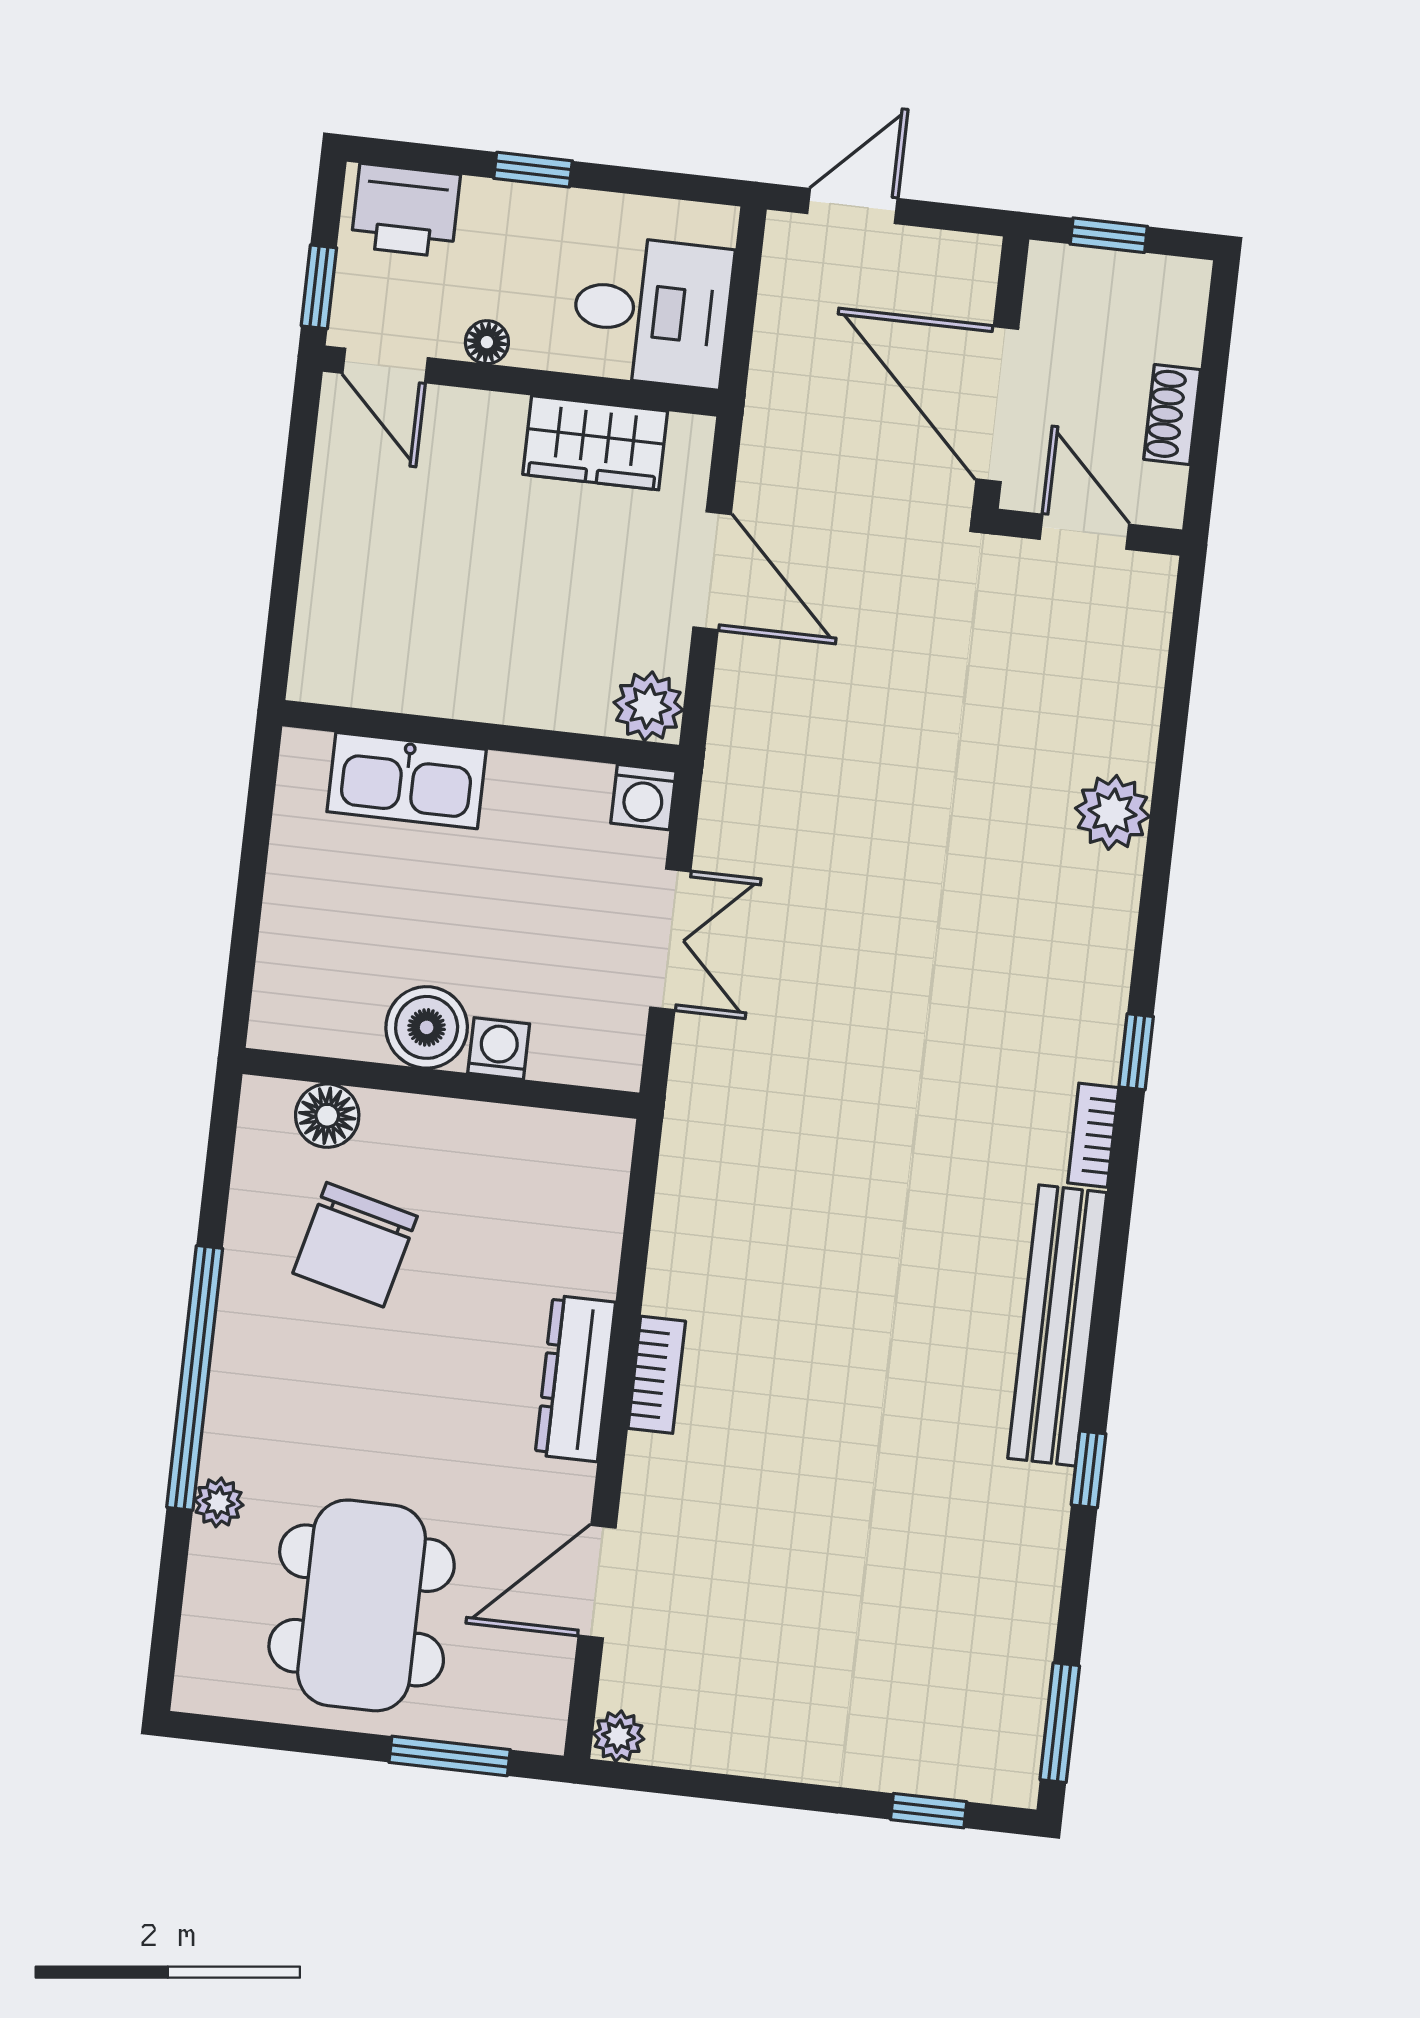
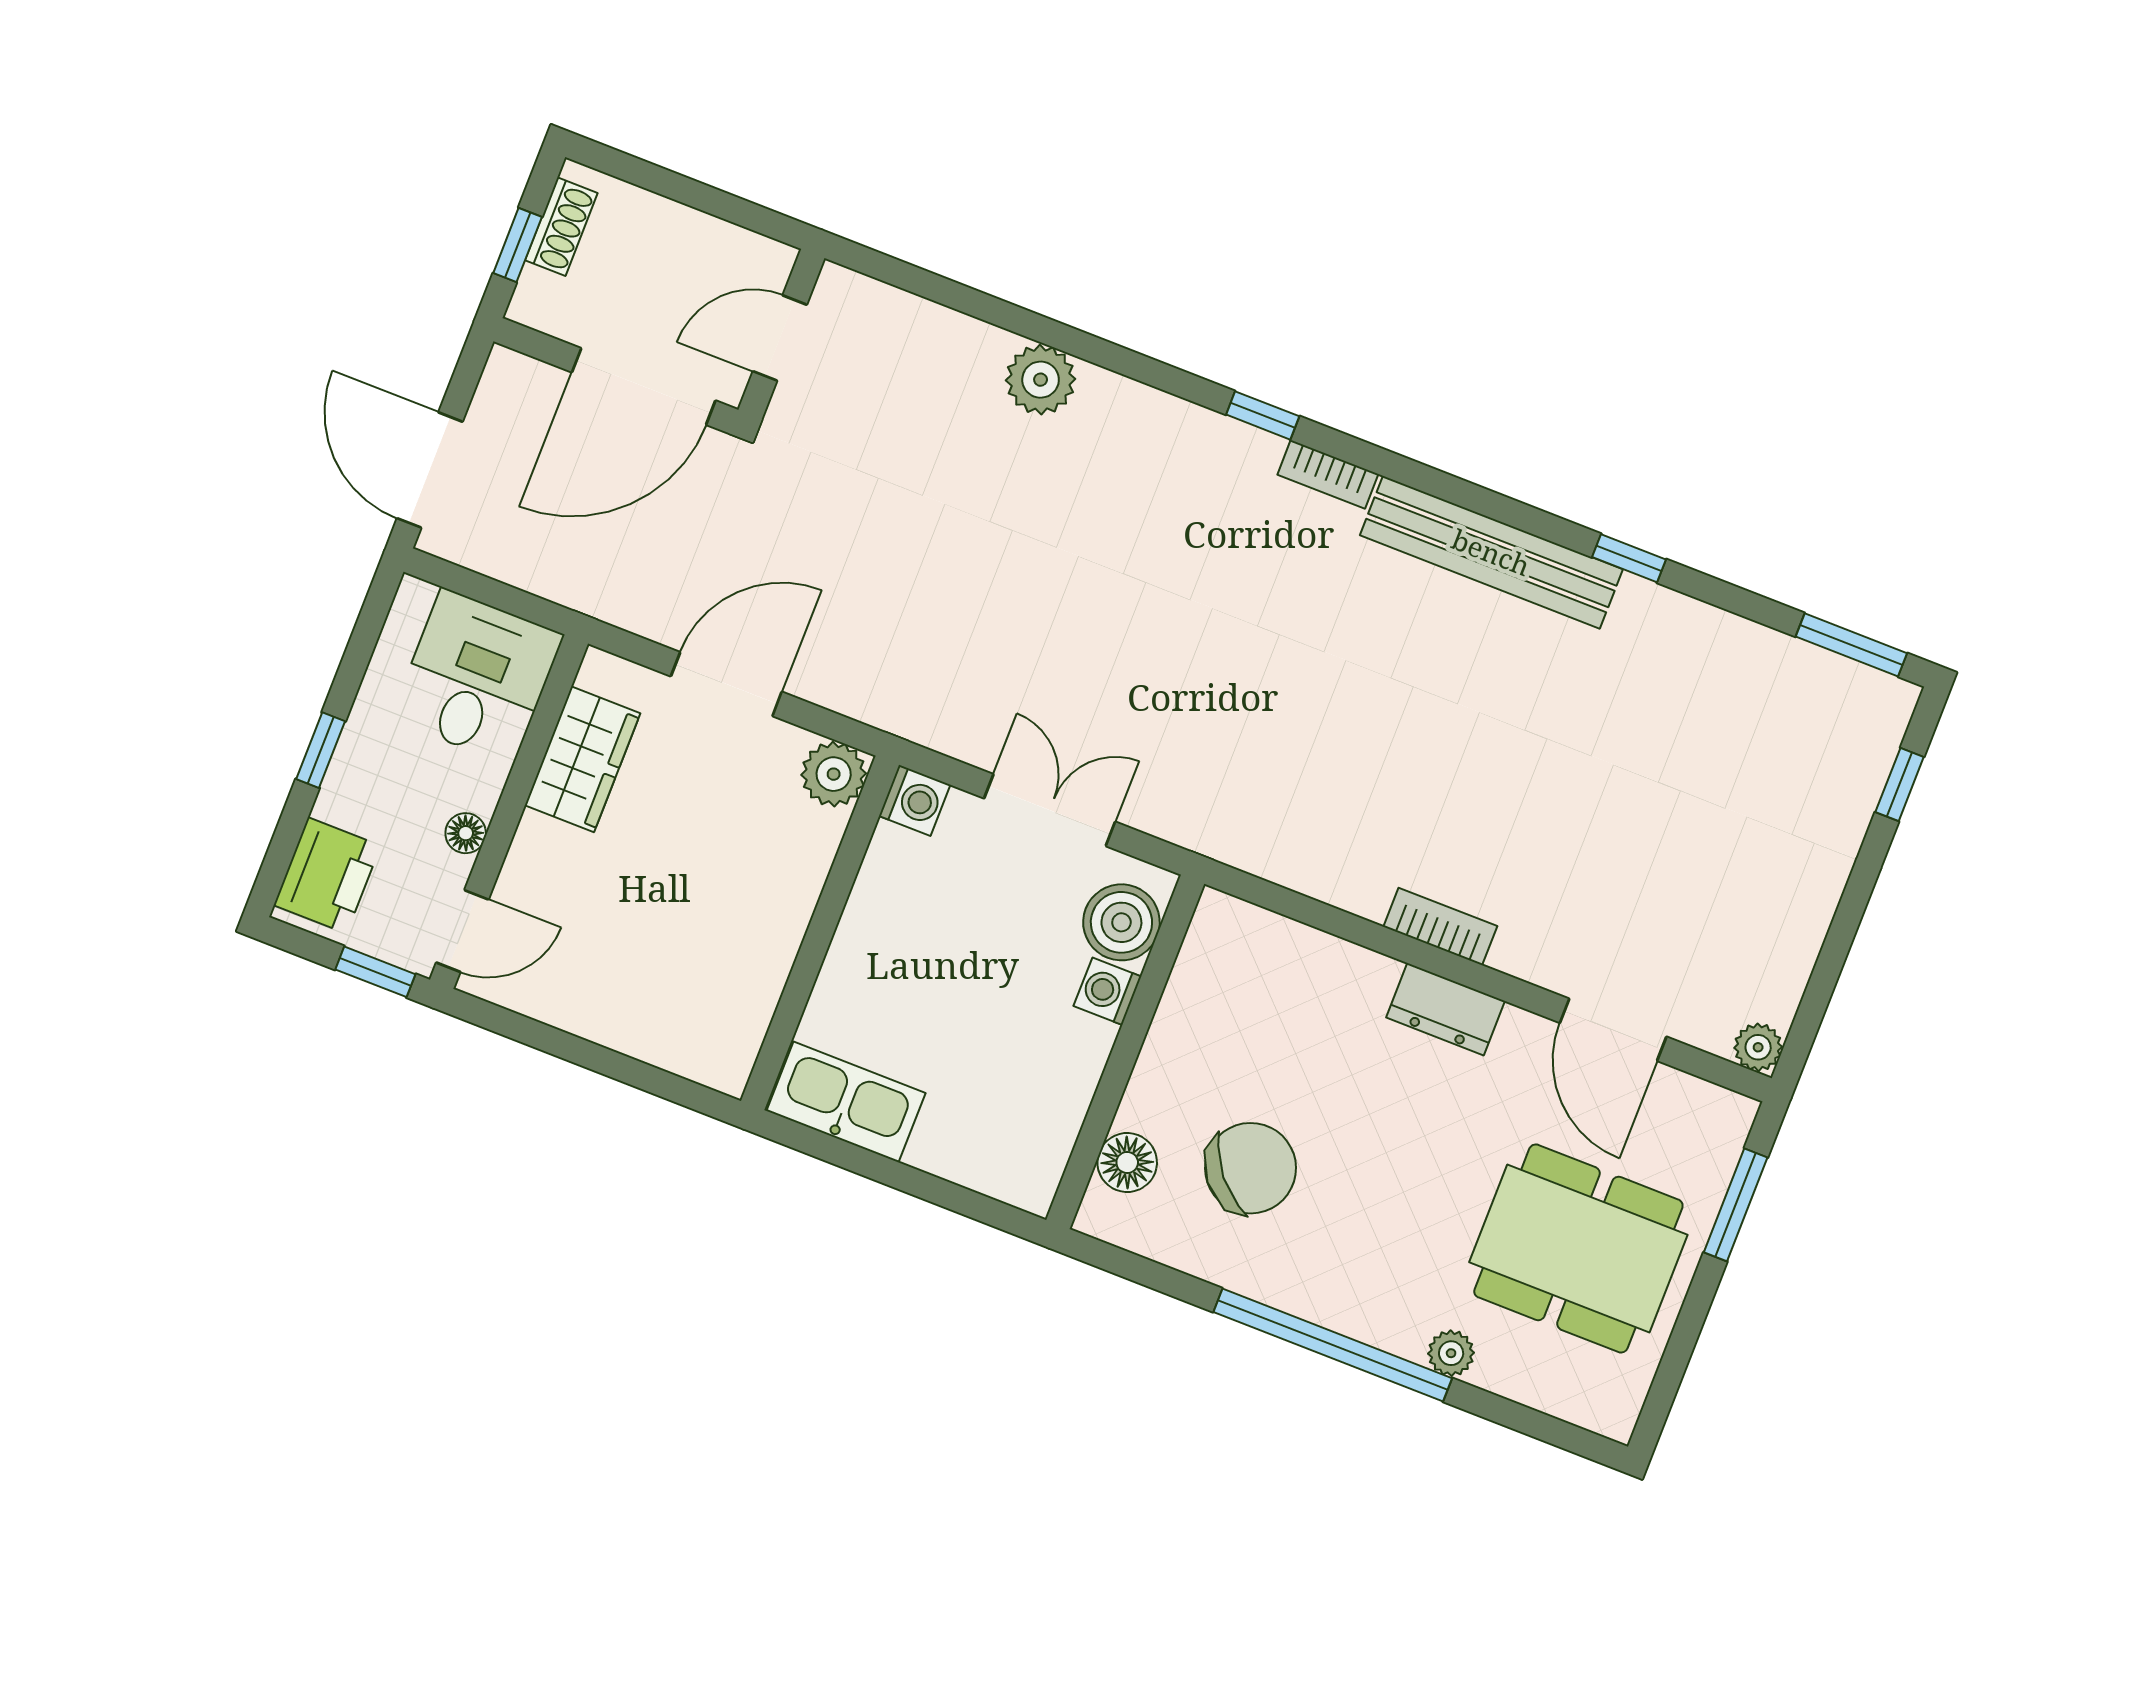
door: (852, 206) -> (430, 470), width x1.38
shoe rack: (1172, 415) -> (561, 227), moved, turned -90
kitchen sink: (407, 781) -> (846, 1102), moved, turned -90
boiler: (427, 1027) -> (1121, 922), moved
chair: (355, 1245) -> (1251, 1168), turned -54
dresser: (575, 1378) -> (1446, 1009), width x0.70

